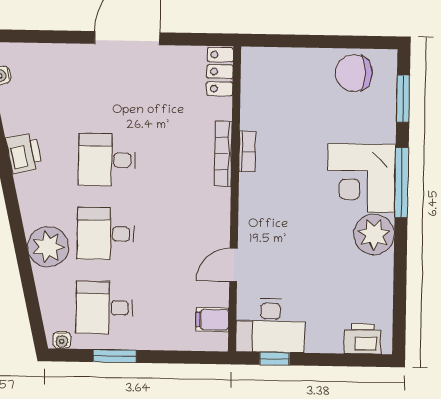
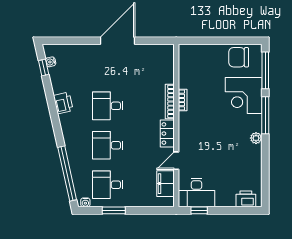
locker: (220, 72) -> (167, 134), moved
window: (403, 99) -> (265, 70), width x1.44
corner desk: (361, 178) -> (244, 96), moved
plant: (374, 234) -> (256, 138), width x0.53, depth x0.53
plant: (48, 247) -> (77, 153), removed
window: (29, 285) -> (67, 174), added
filing cabinet: (212, 320) -> (166, 184), width x2.00

